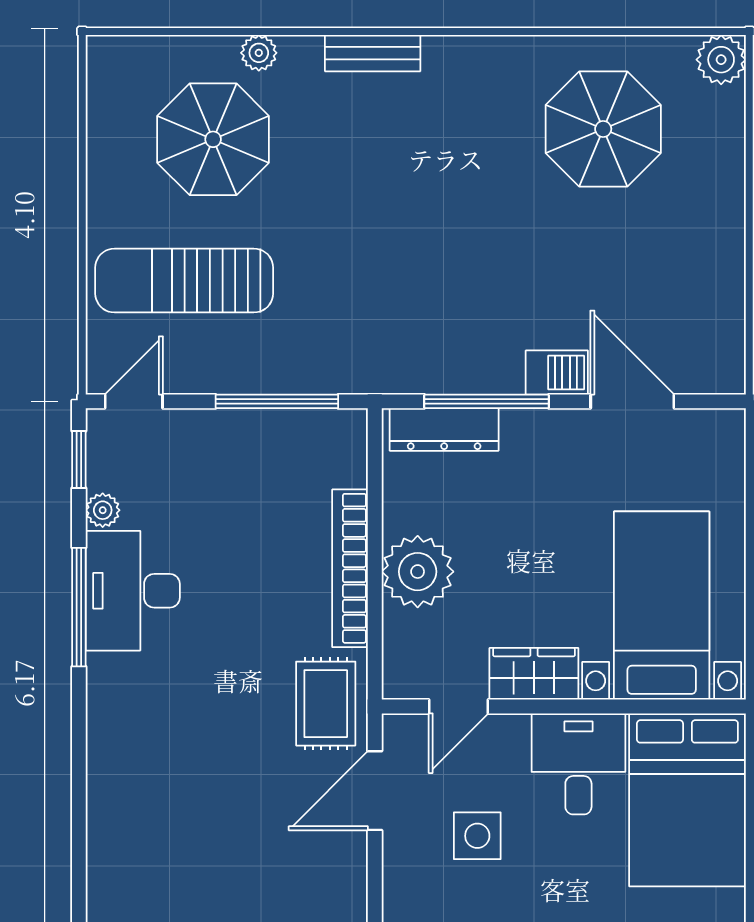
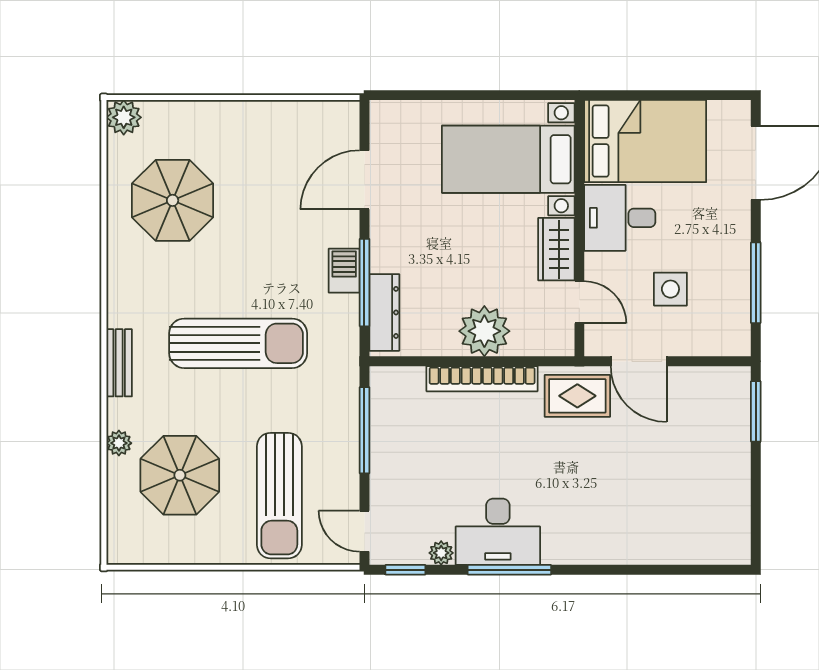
sun lounger: (400, 222) -> (238, 343), added
barbecue: (557, 372) -> (344, 271), moved

